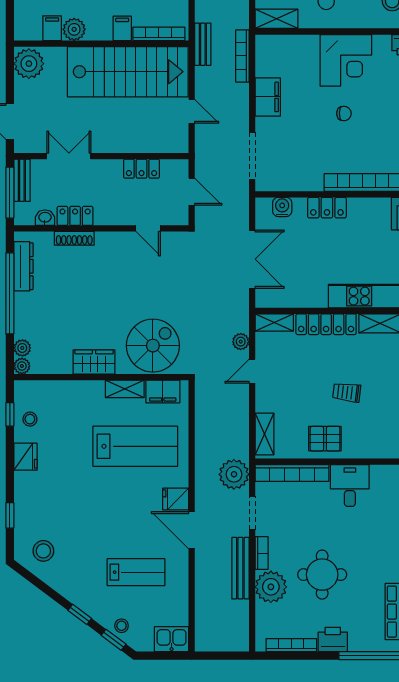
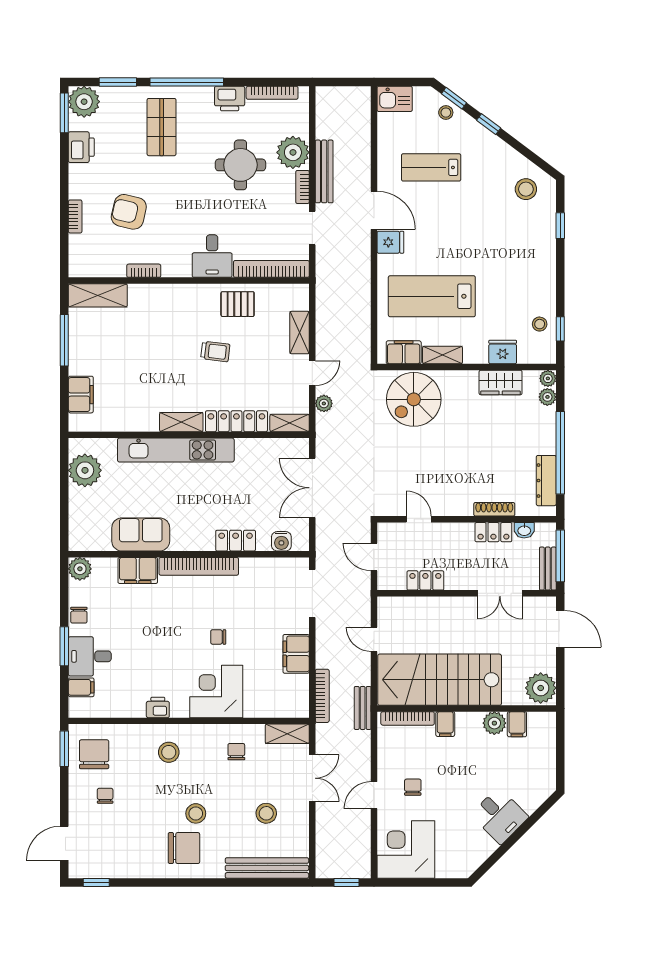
wardrobe: (94, 362) -> (501, 382), moved
shelving: (264, 434) -> (300, 333), moved
fridge: (25, 457) -> (503, 352), moved, turned 90
plant: (234, 474) -> (331, 268), removed

